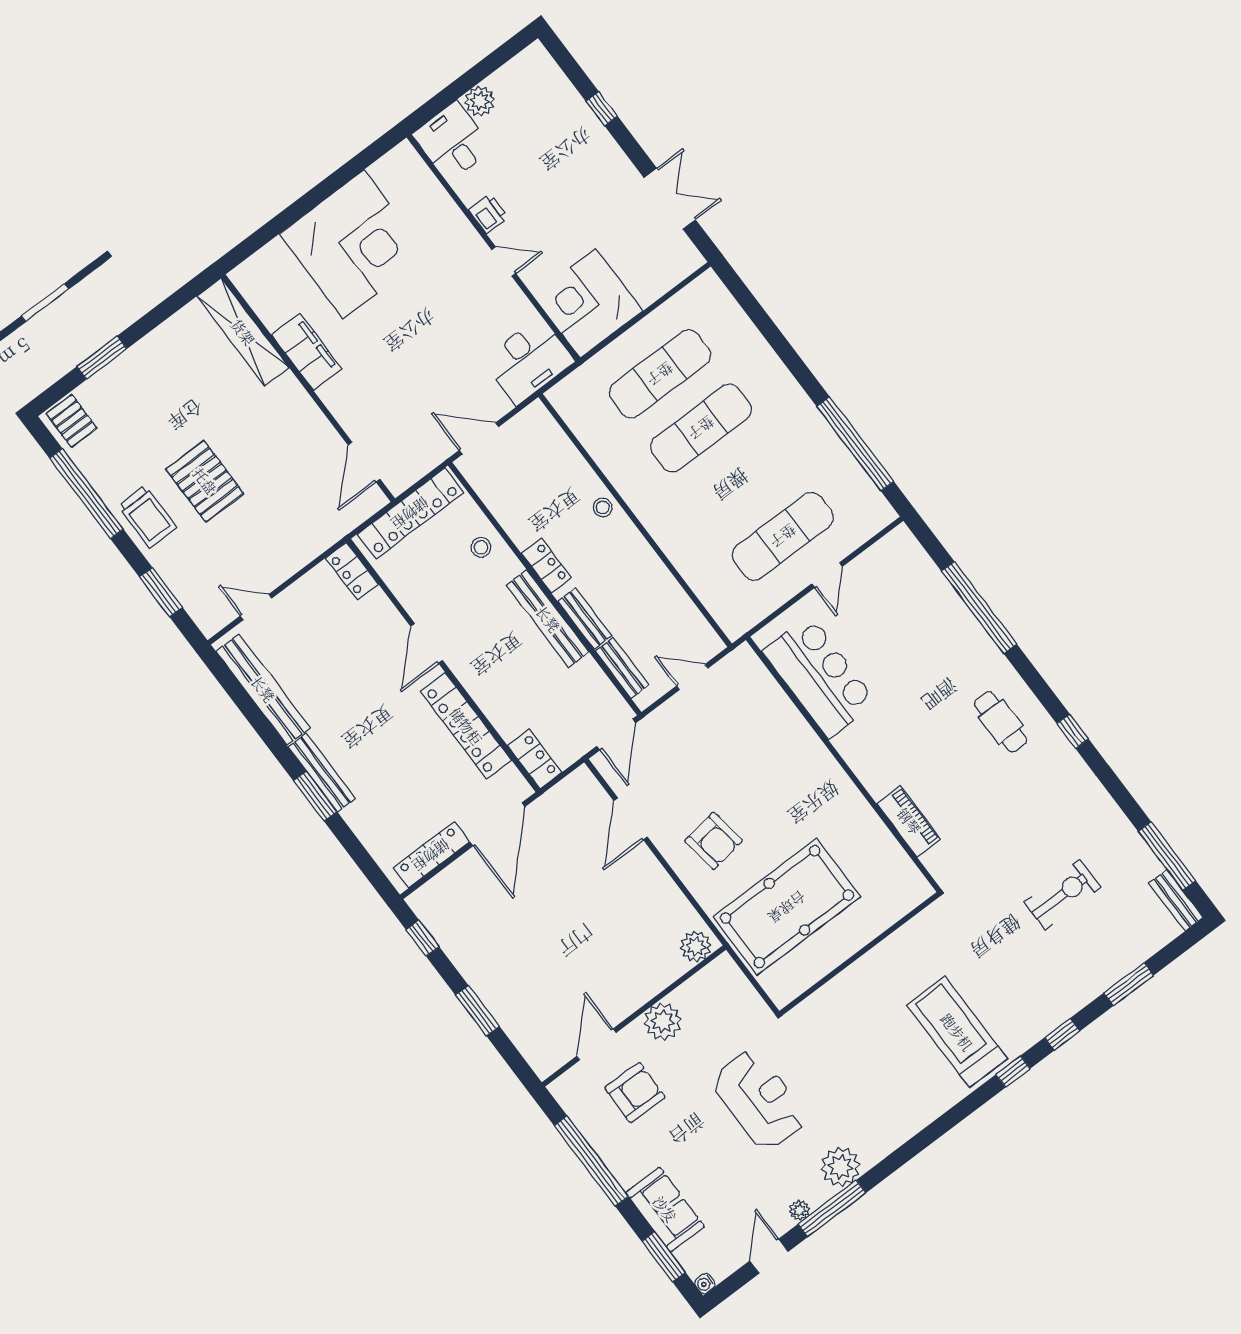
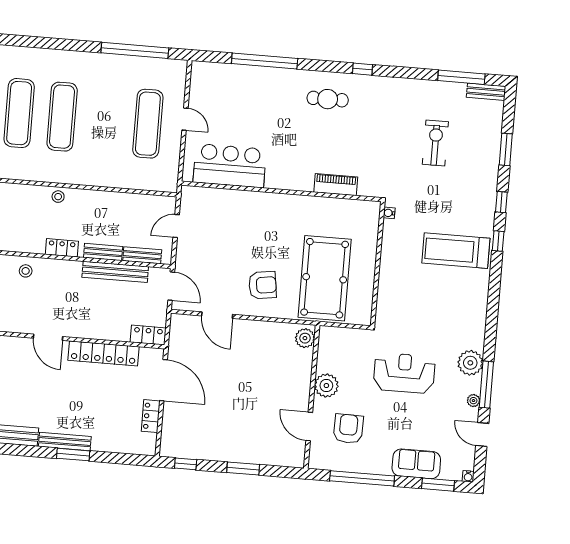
bench: (548, 619) -> (115, 272), moved
locker: (431, 855) -> (151, 416), width x0.66
water cooler: (931, 914) -> (389, 213), added

